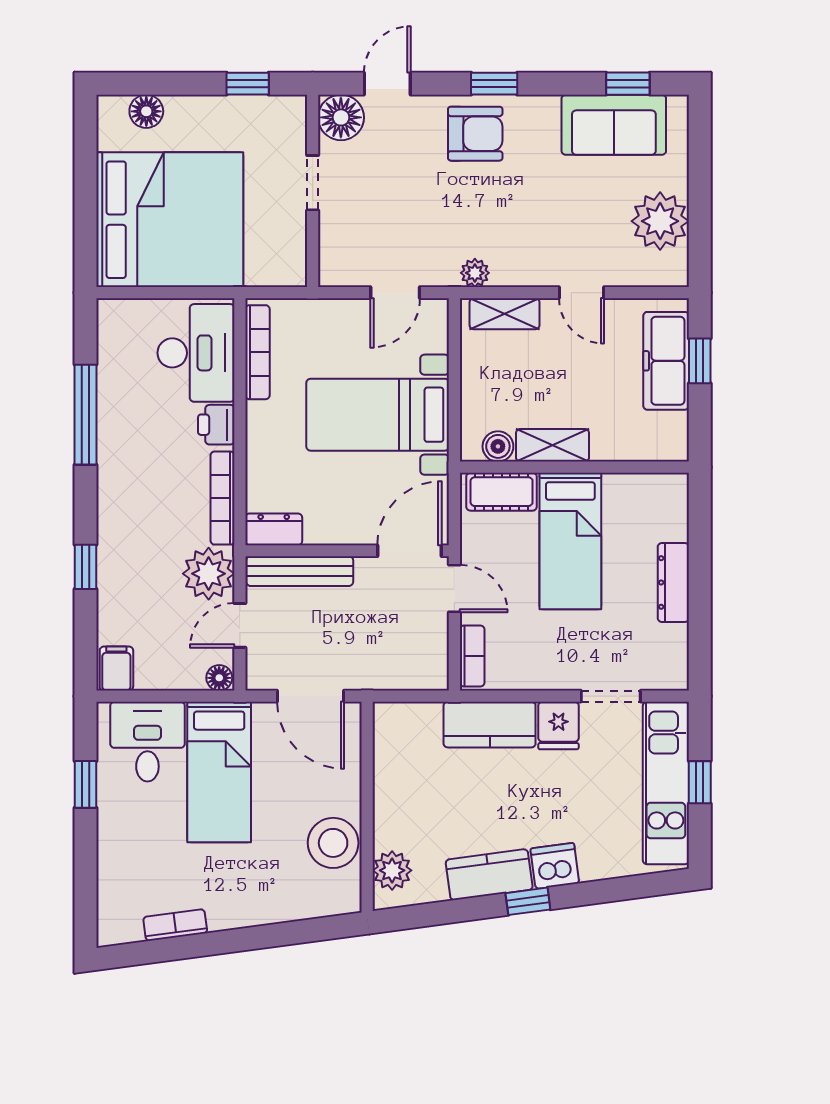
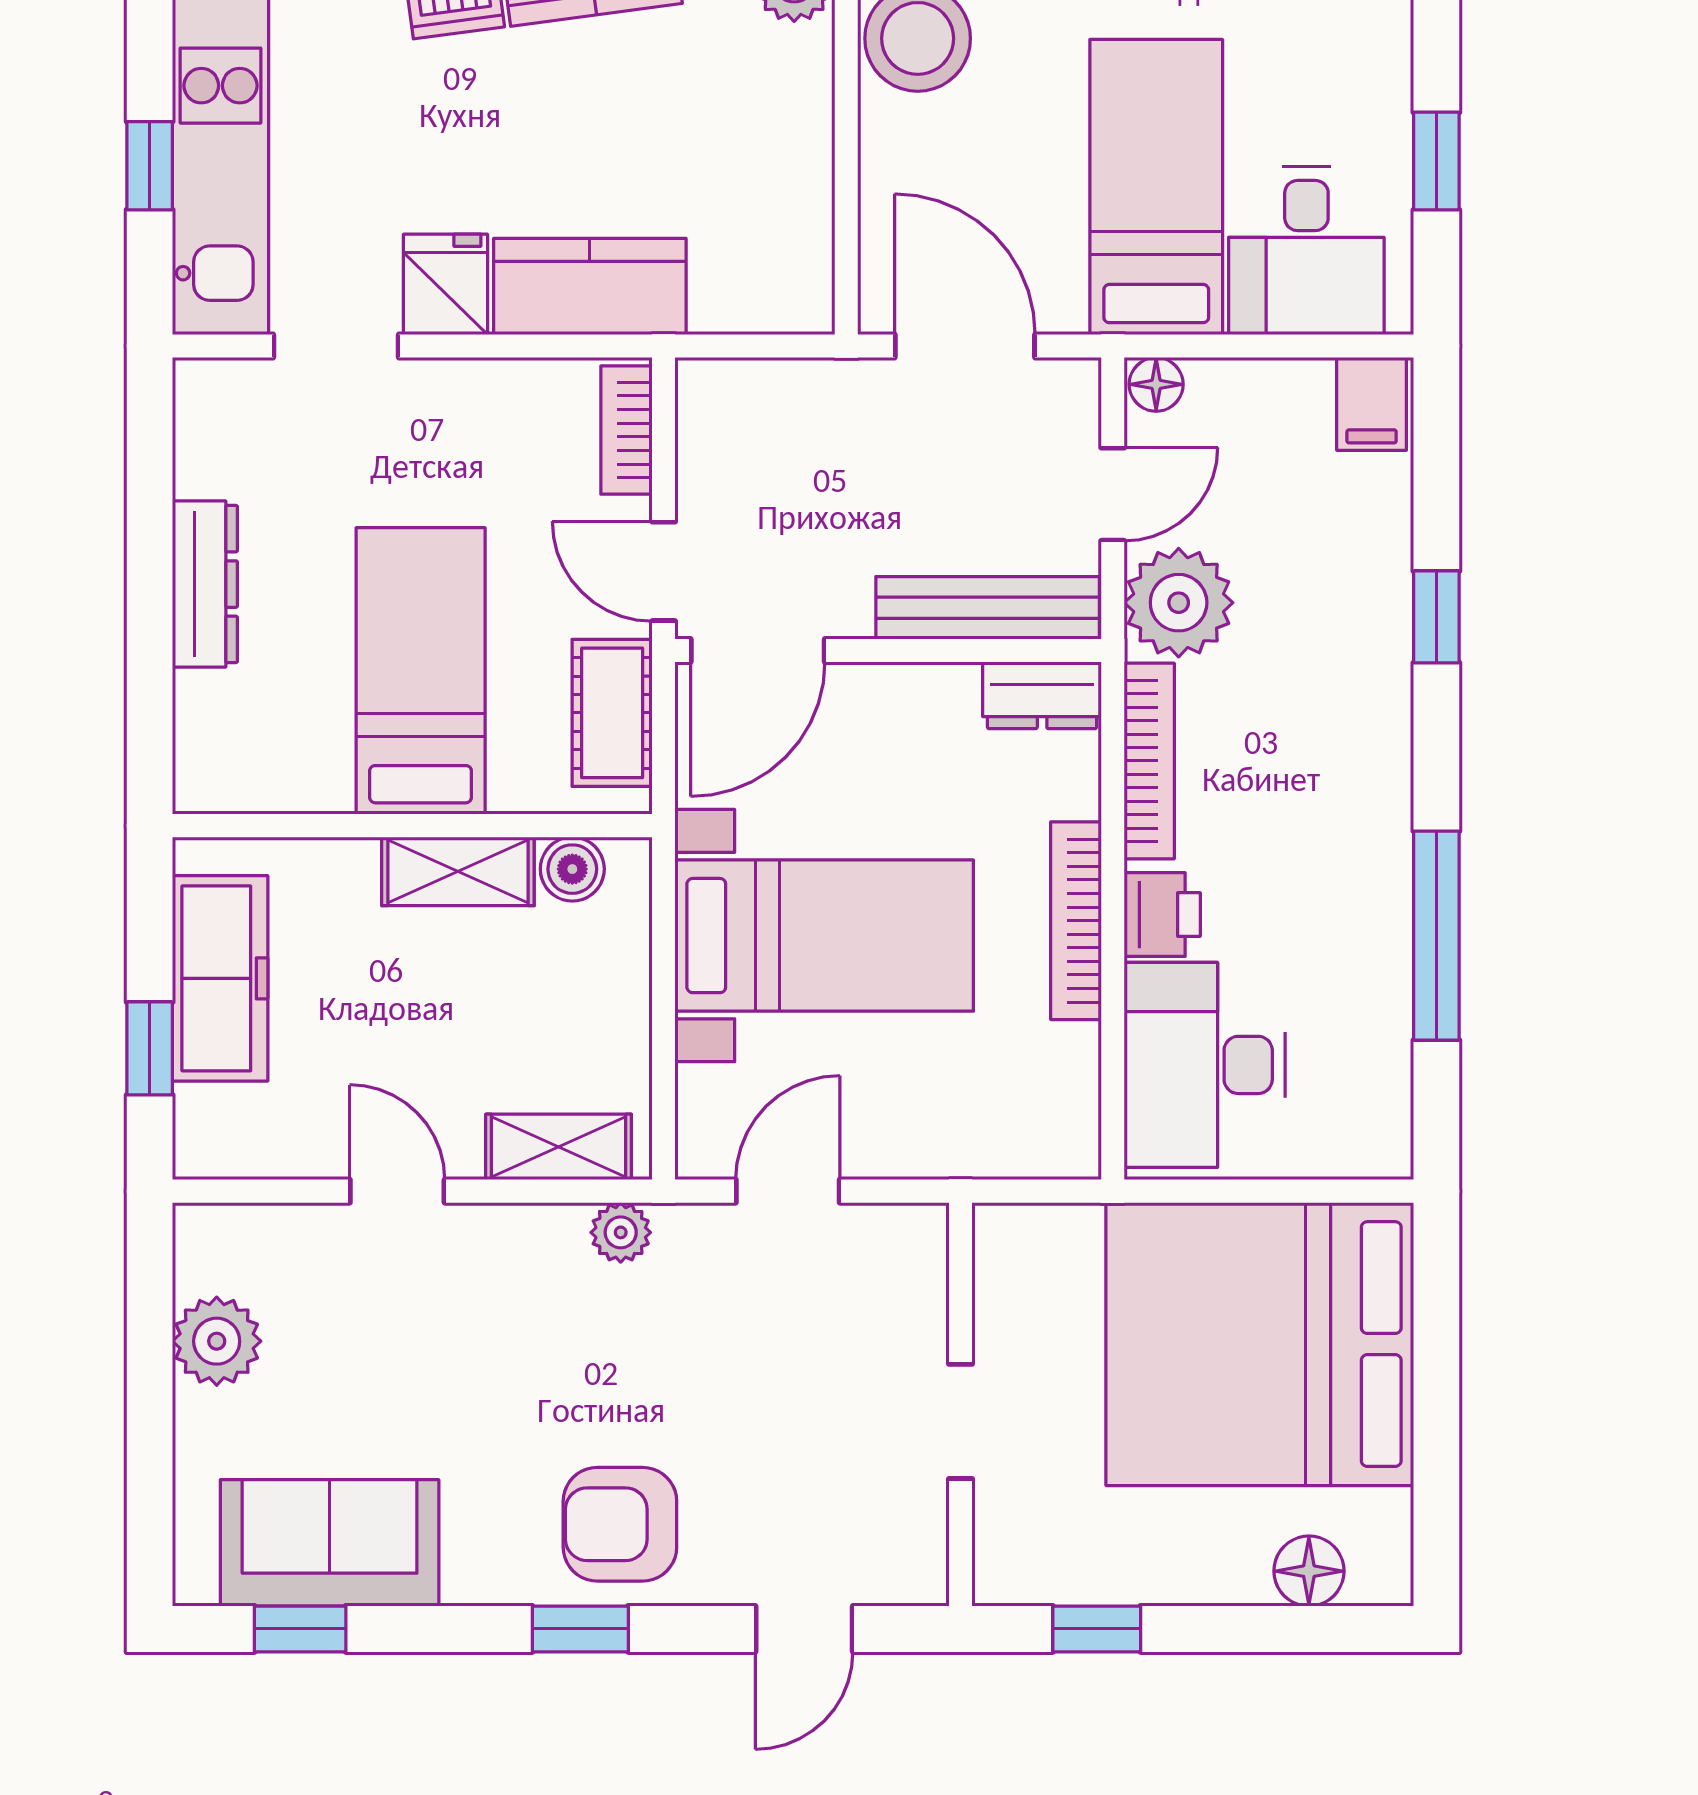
floor lamp: (341, 117) -> (901, 1558), removed
plant: (660, 221) -> (217, 1341), width x0.73, depth x0.73
bookcase: (257, 352) -> (1076, 921), moved
freezer: (666, 361) -> (220, 978), moved
cot: (502, 492) -> (612, 713), moved, turned 90

